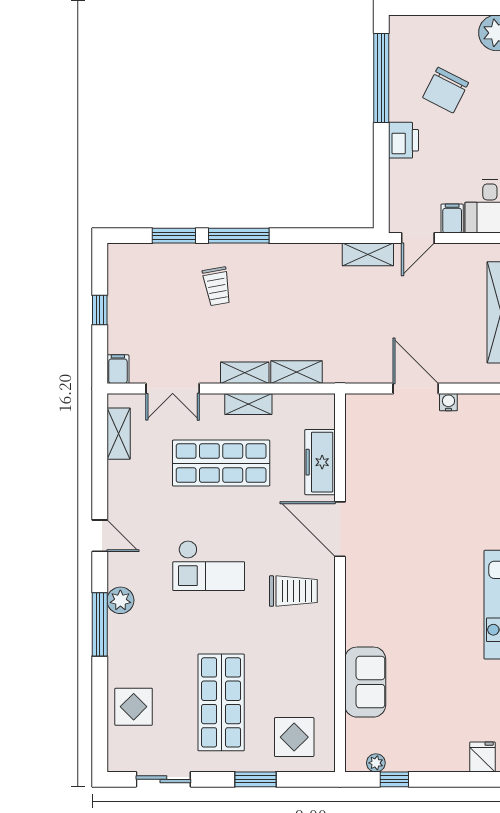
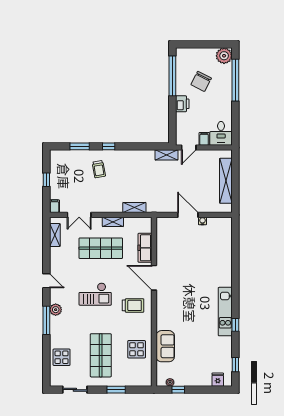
window: (239, 236) -> (109, 146), width x0.46
shelving: (245, 373) -> (111, 208), removed
display table: (294, 737) -> (137, 349), moved

